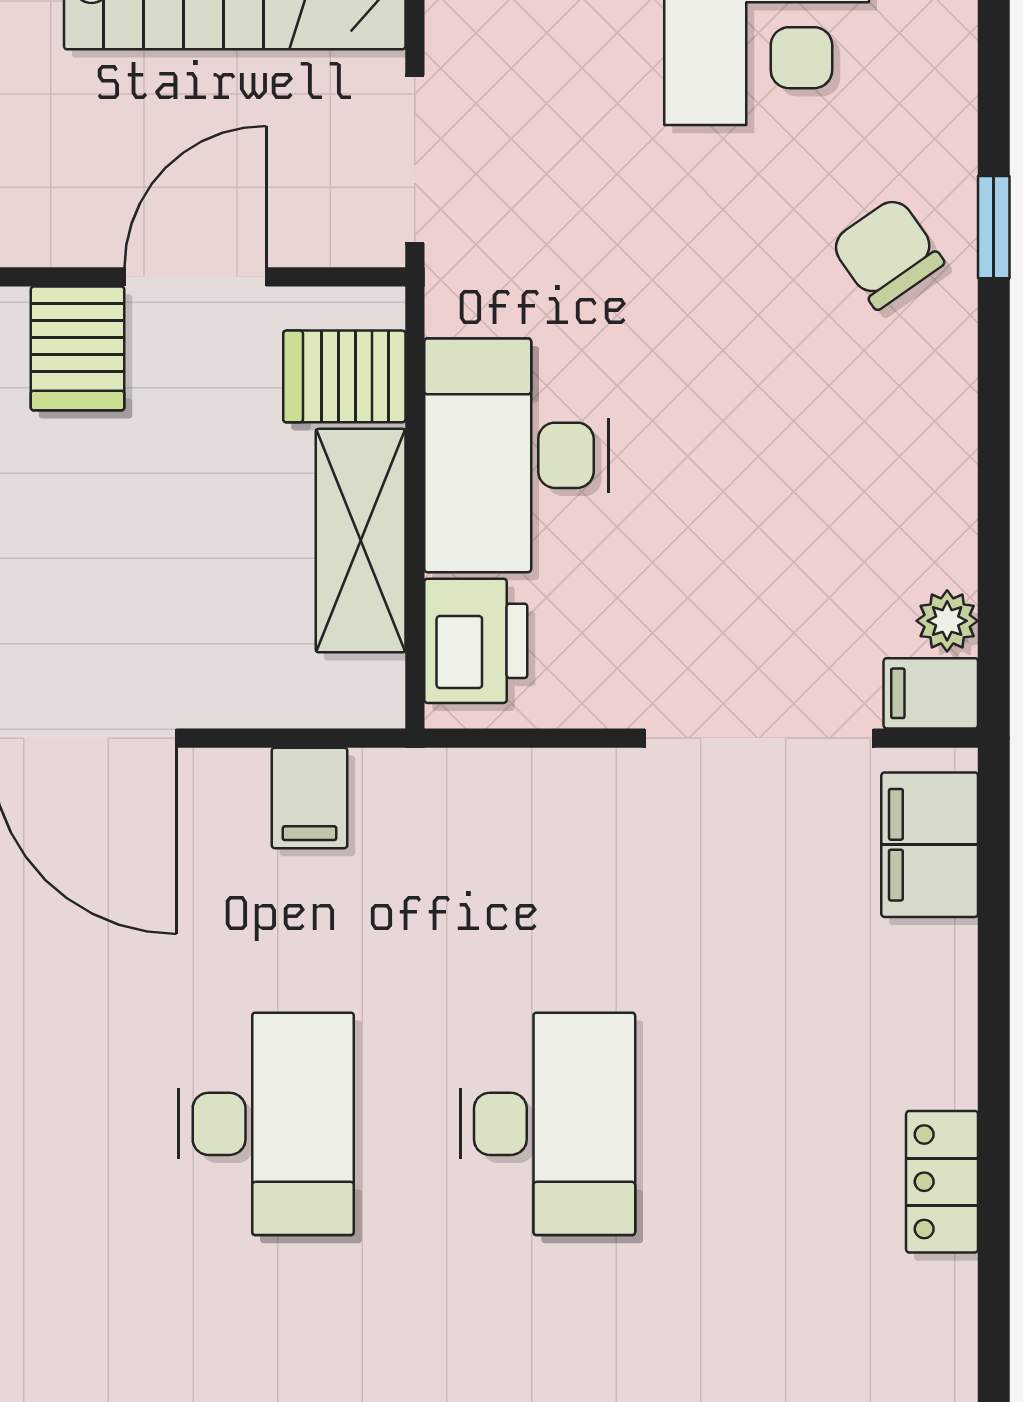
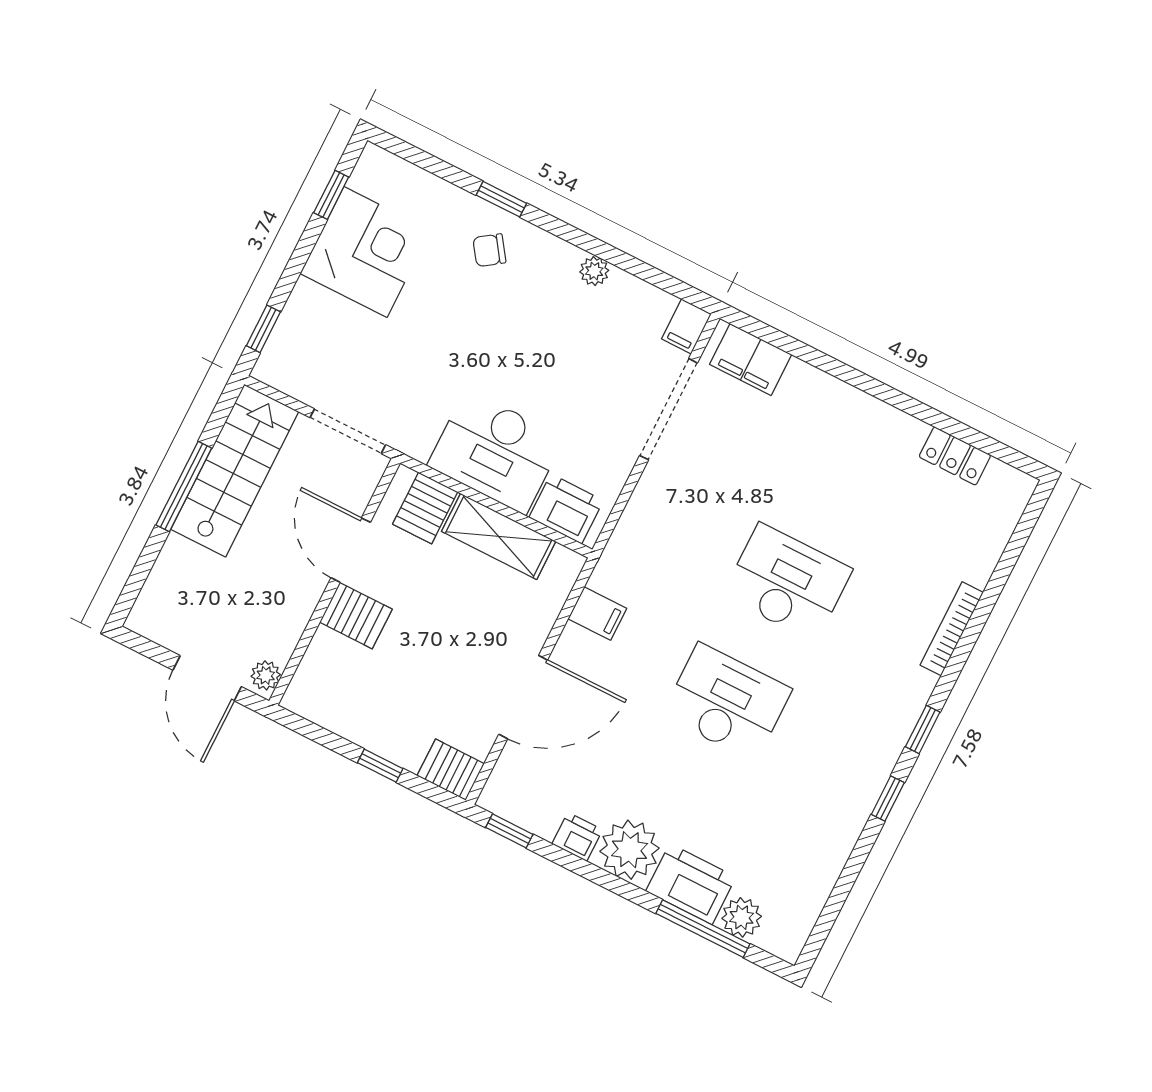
chair: (887, 253) -> (489, 250), width x0.73, depth x0.73
plant: (947, 621) -> (594, 271), moved
locker: (942, 1182) -> (955, 456), moved

